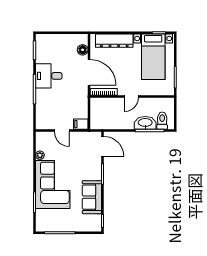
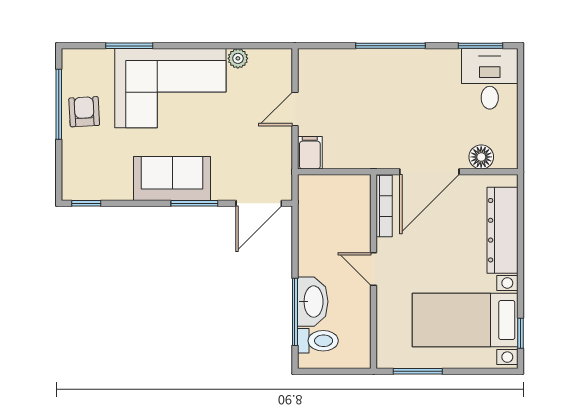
desk: (49, 76) -> (490, 79), moved
sofa: (92, 197) -> (172, 178), moved
armchair: (63, 222) -> (84, 112), added

